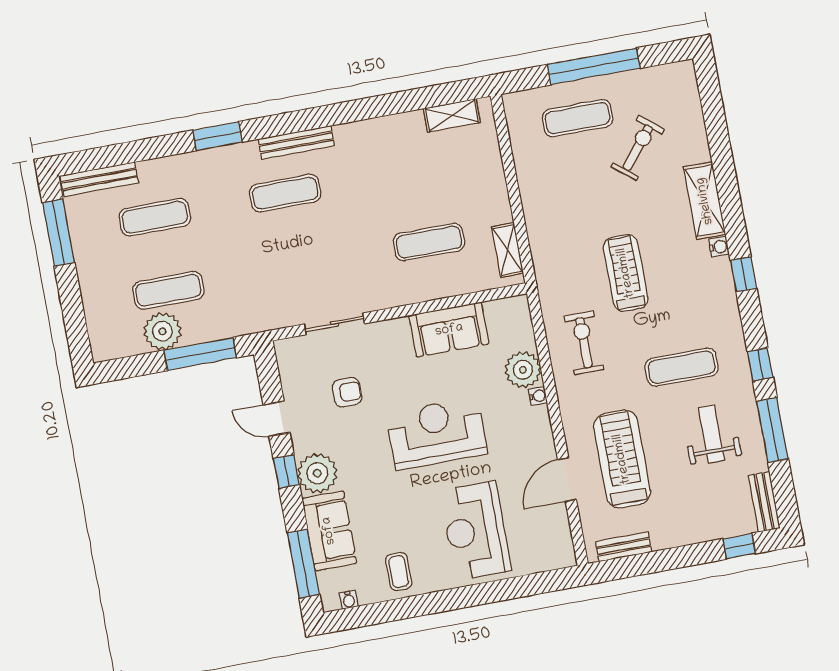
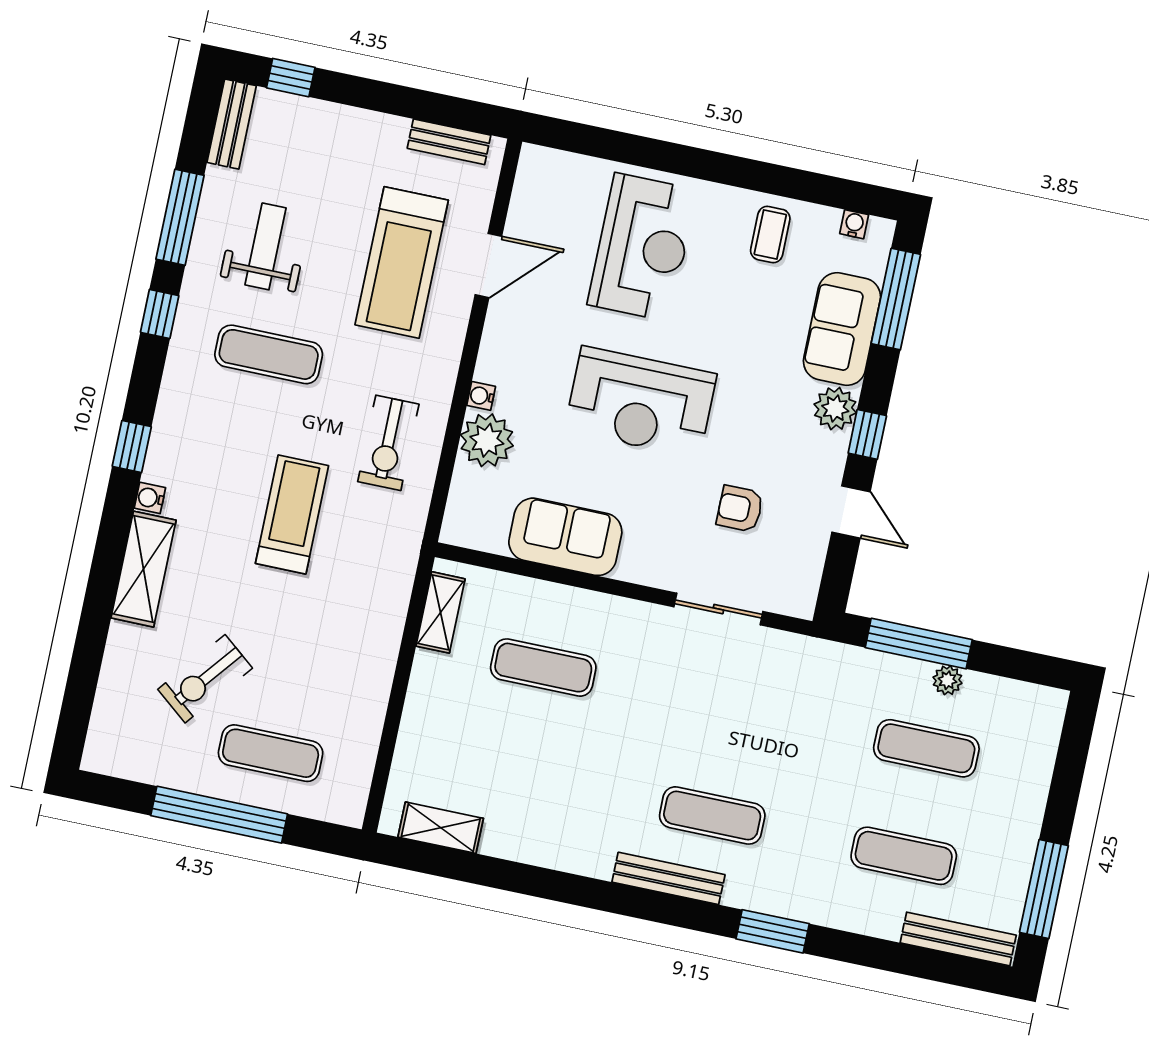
treadmill: (626, 273) -> (292, 514), turned 180
plant: (162, 331) -> (947, 680), width x0.53, depth x0.53
weight bench: (711, 434) -> (266, 246), turned 180
plant: (317, 473) -> (835, 409), width x0.73, depth x0.73

